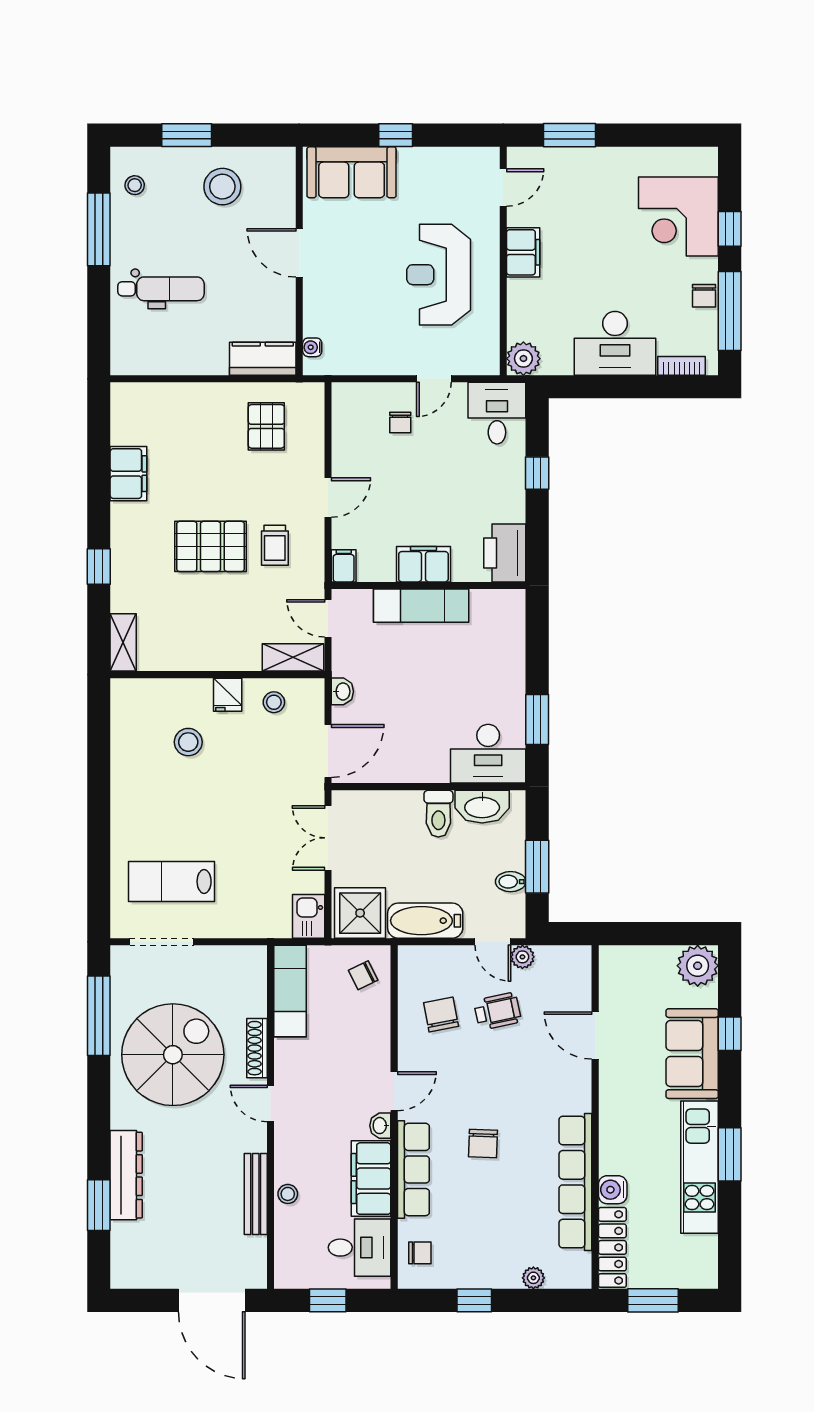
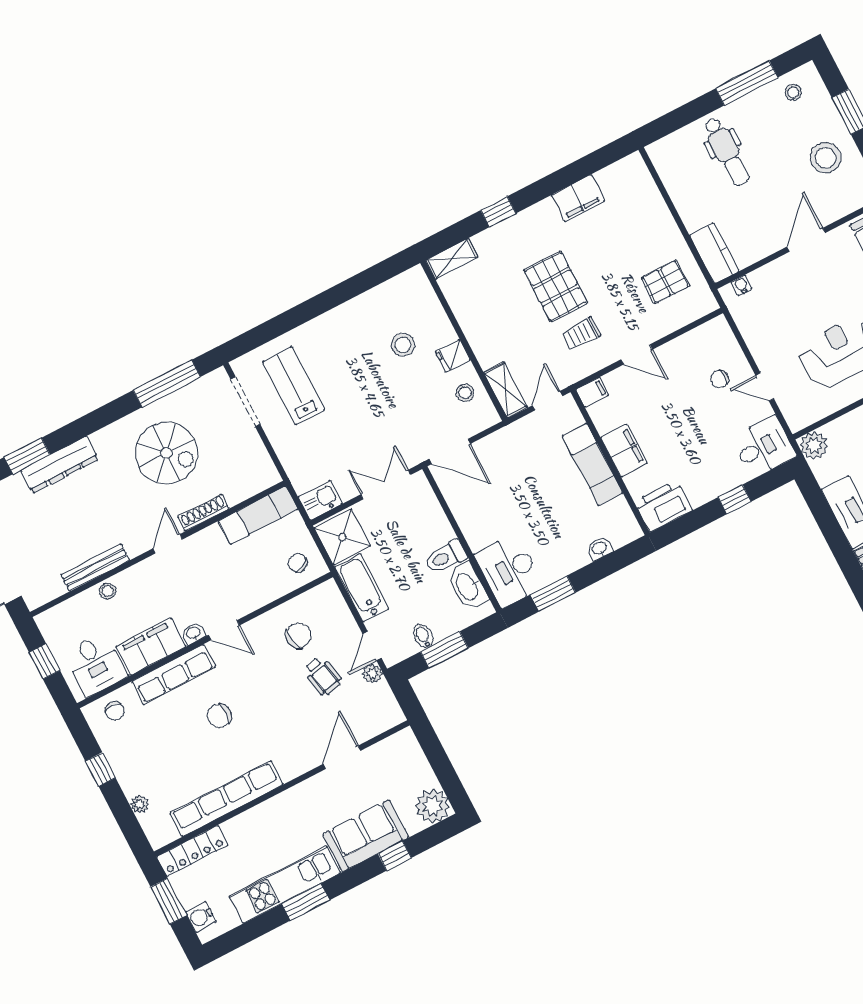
washbasin: (342, 691) -> (600, 548), moved, turned 180
spiral stairs: (173, 1055) -> (166, 453), width x0.73, depth x0.73
water cooler: (613, 1190) -> (201, 917), moved, turned -90

